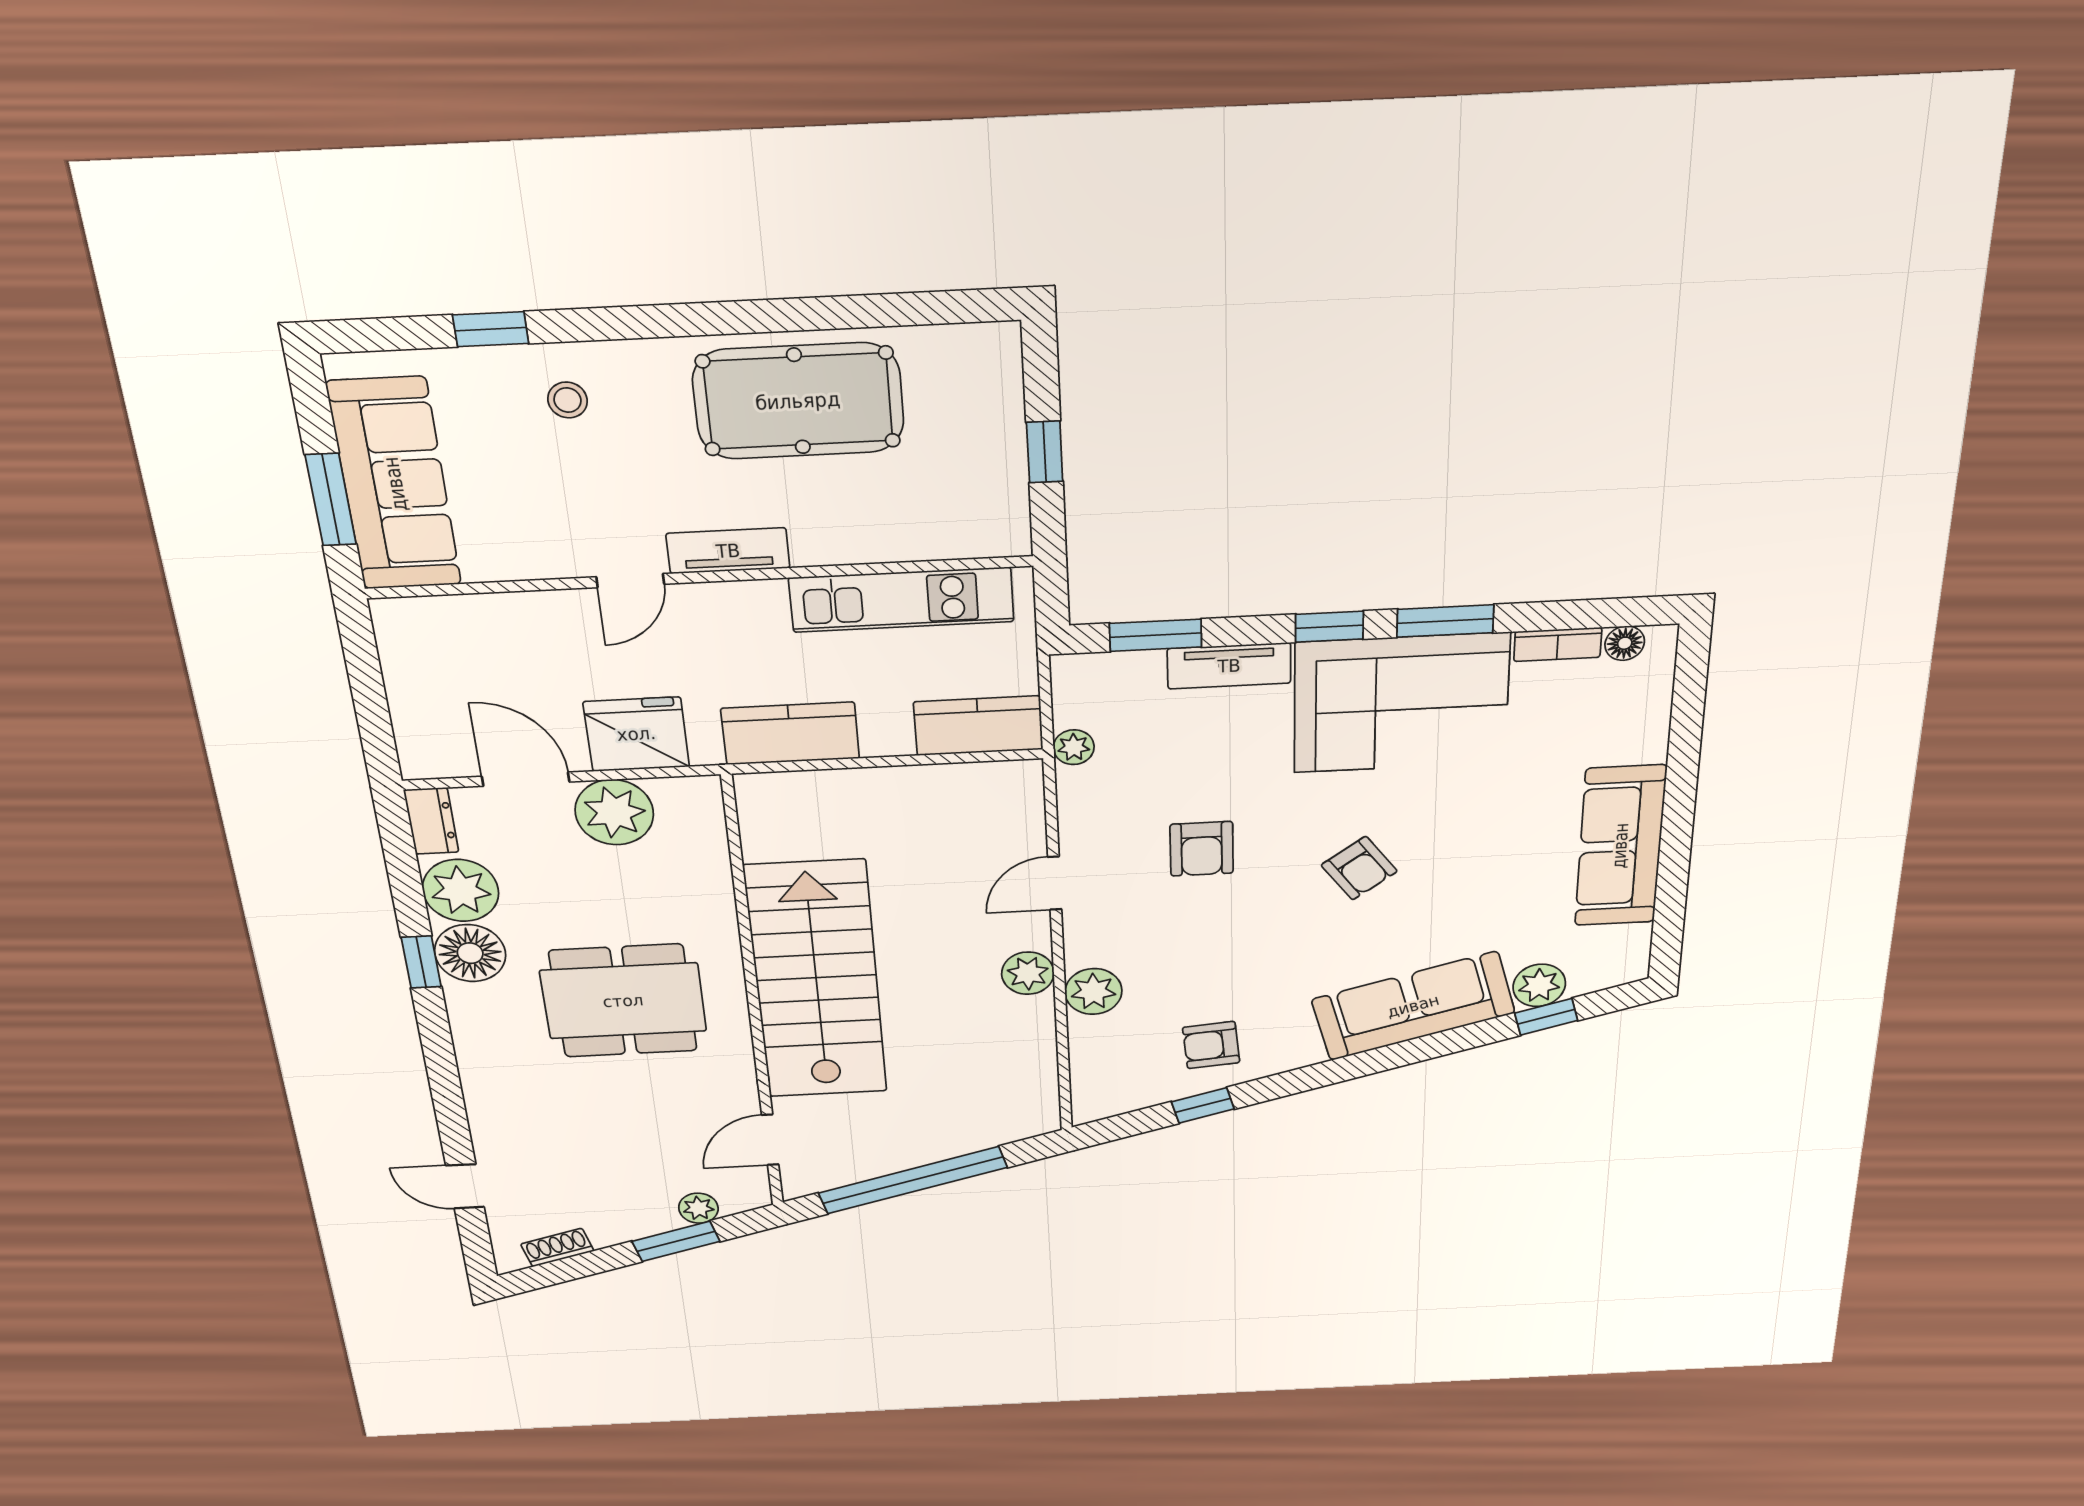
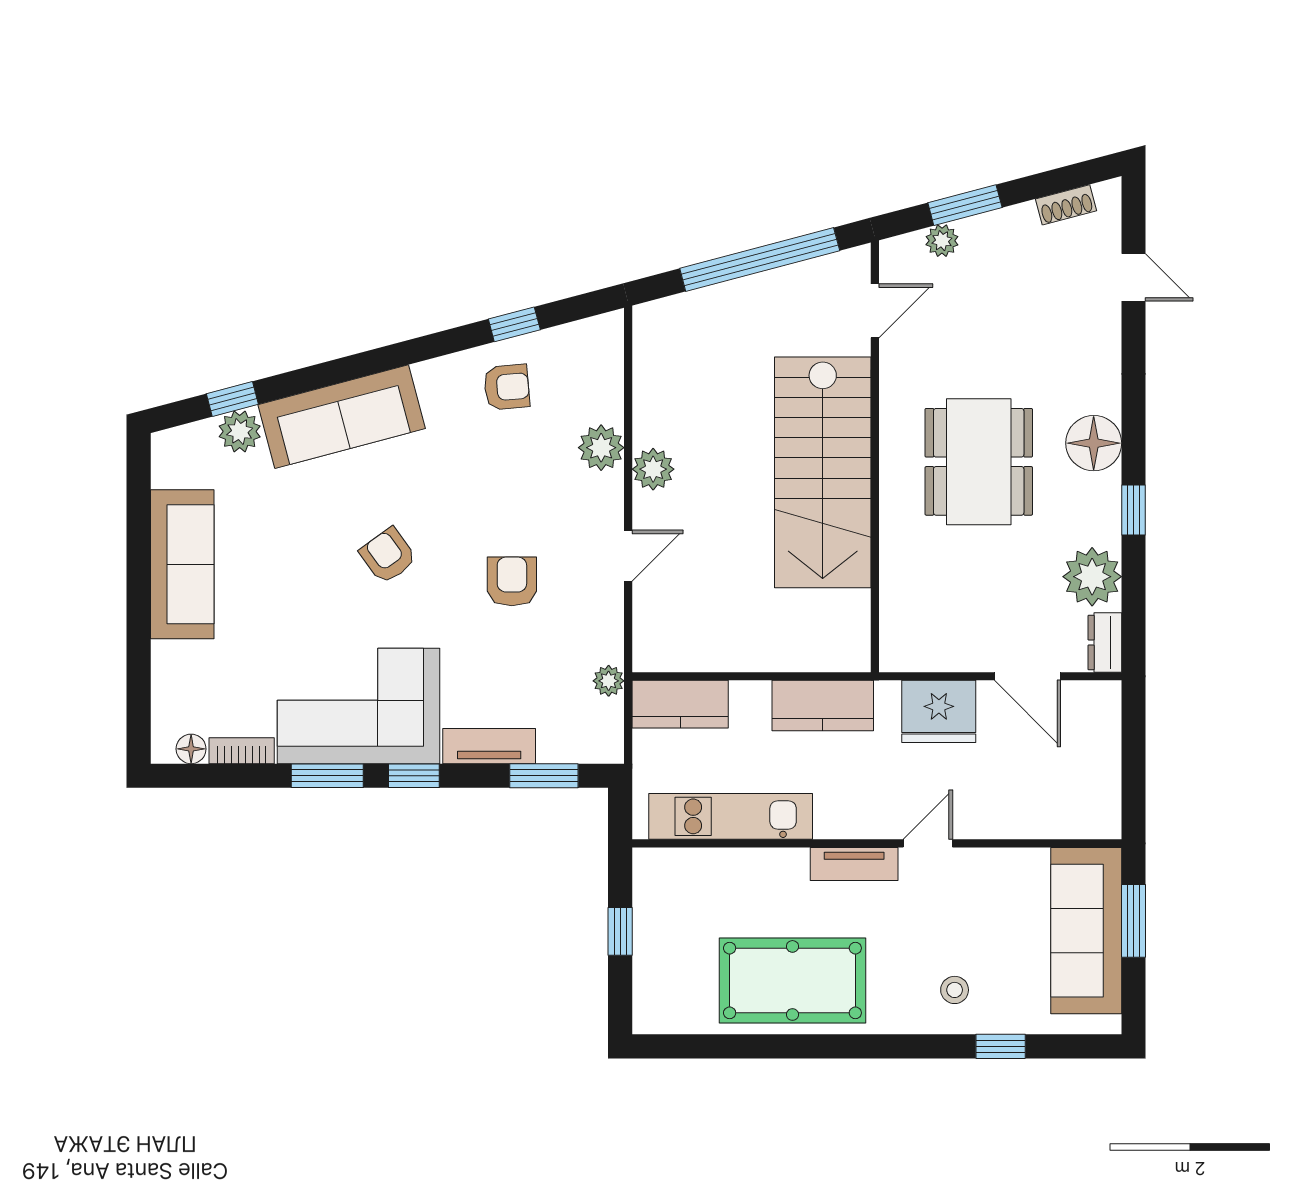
plant: (614, 812) -> (964, 642), removed
floor lamp: (470, 953) -> (1094, 443), moved
dining table: (623, 1001) -> (979, 462), turned 90

